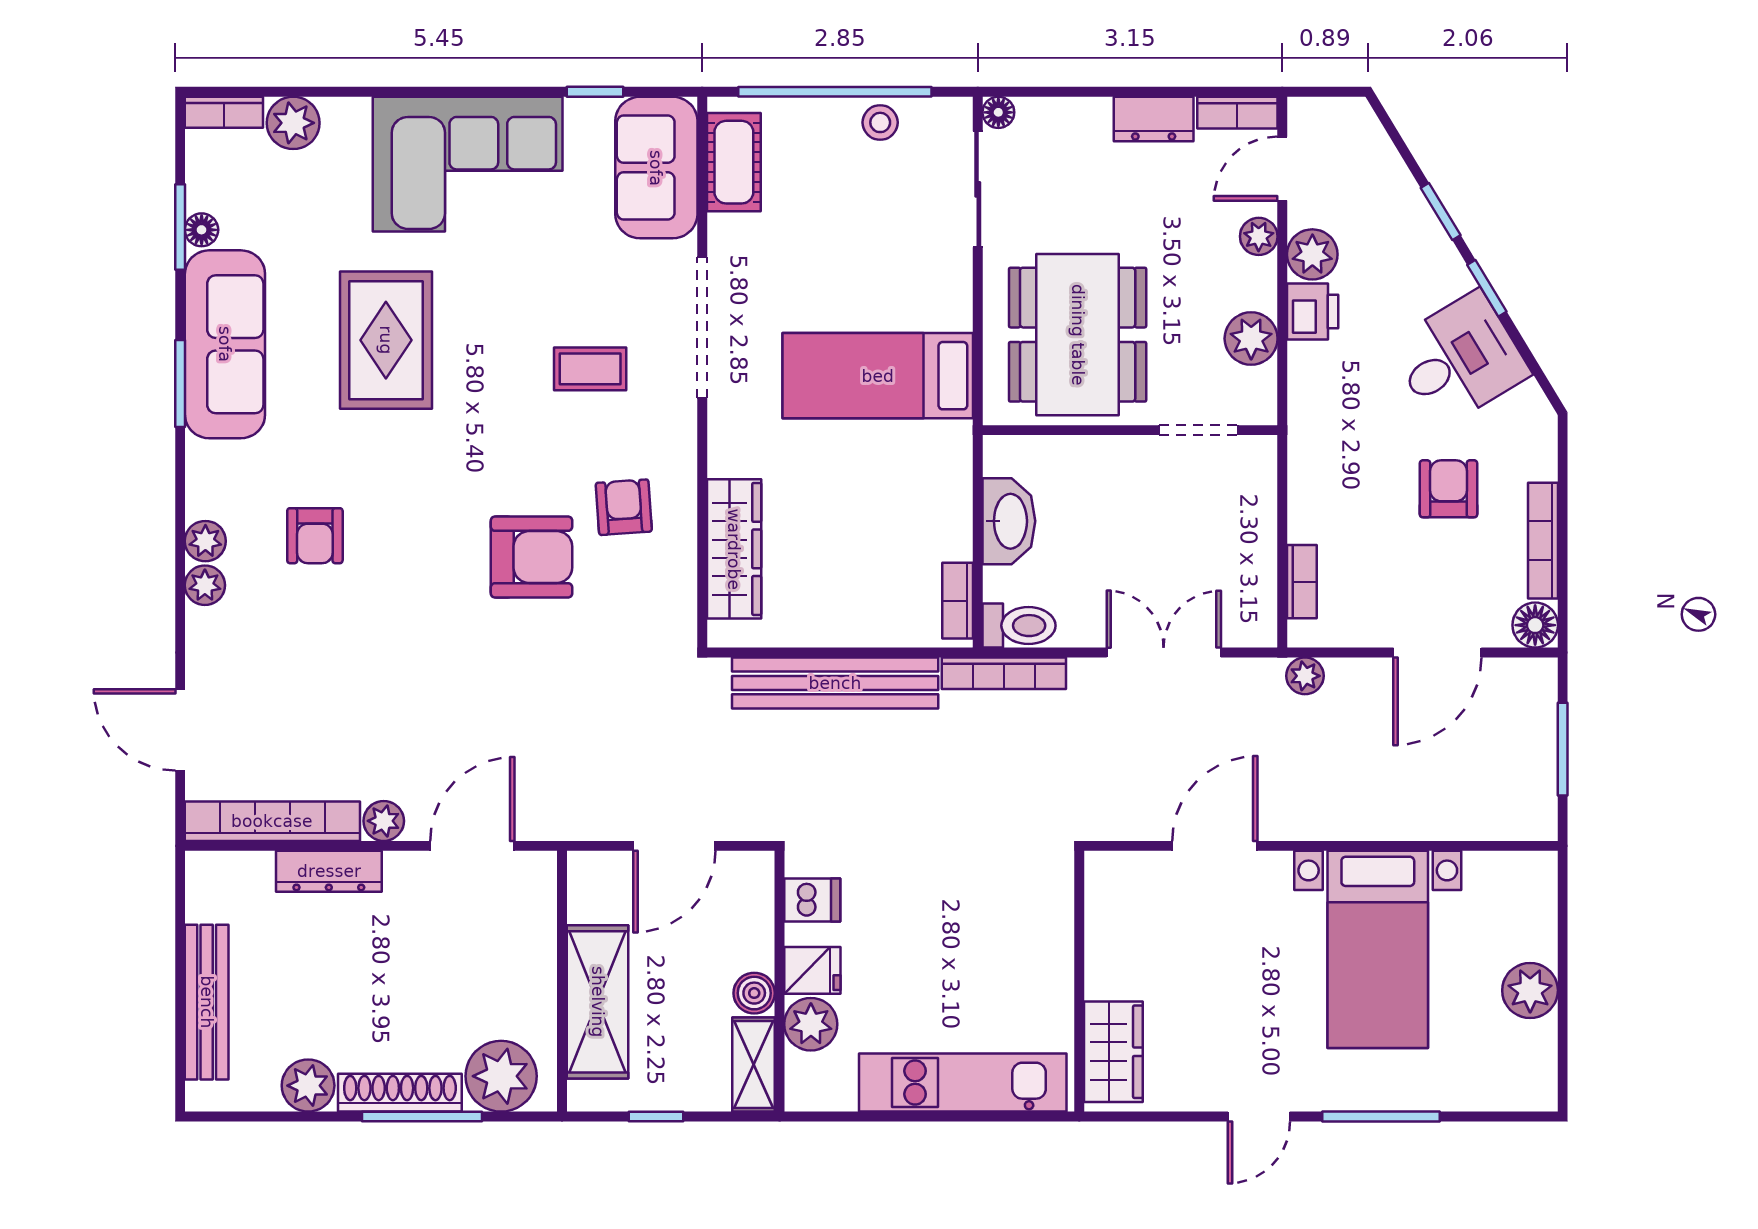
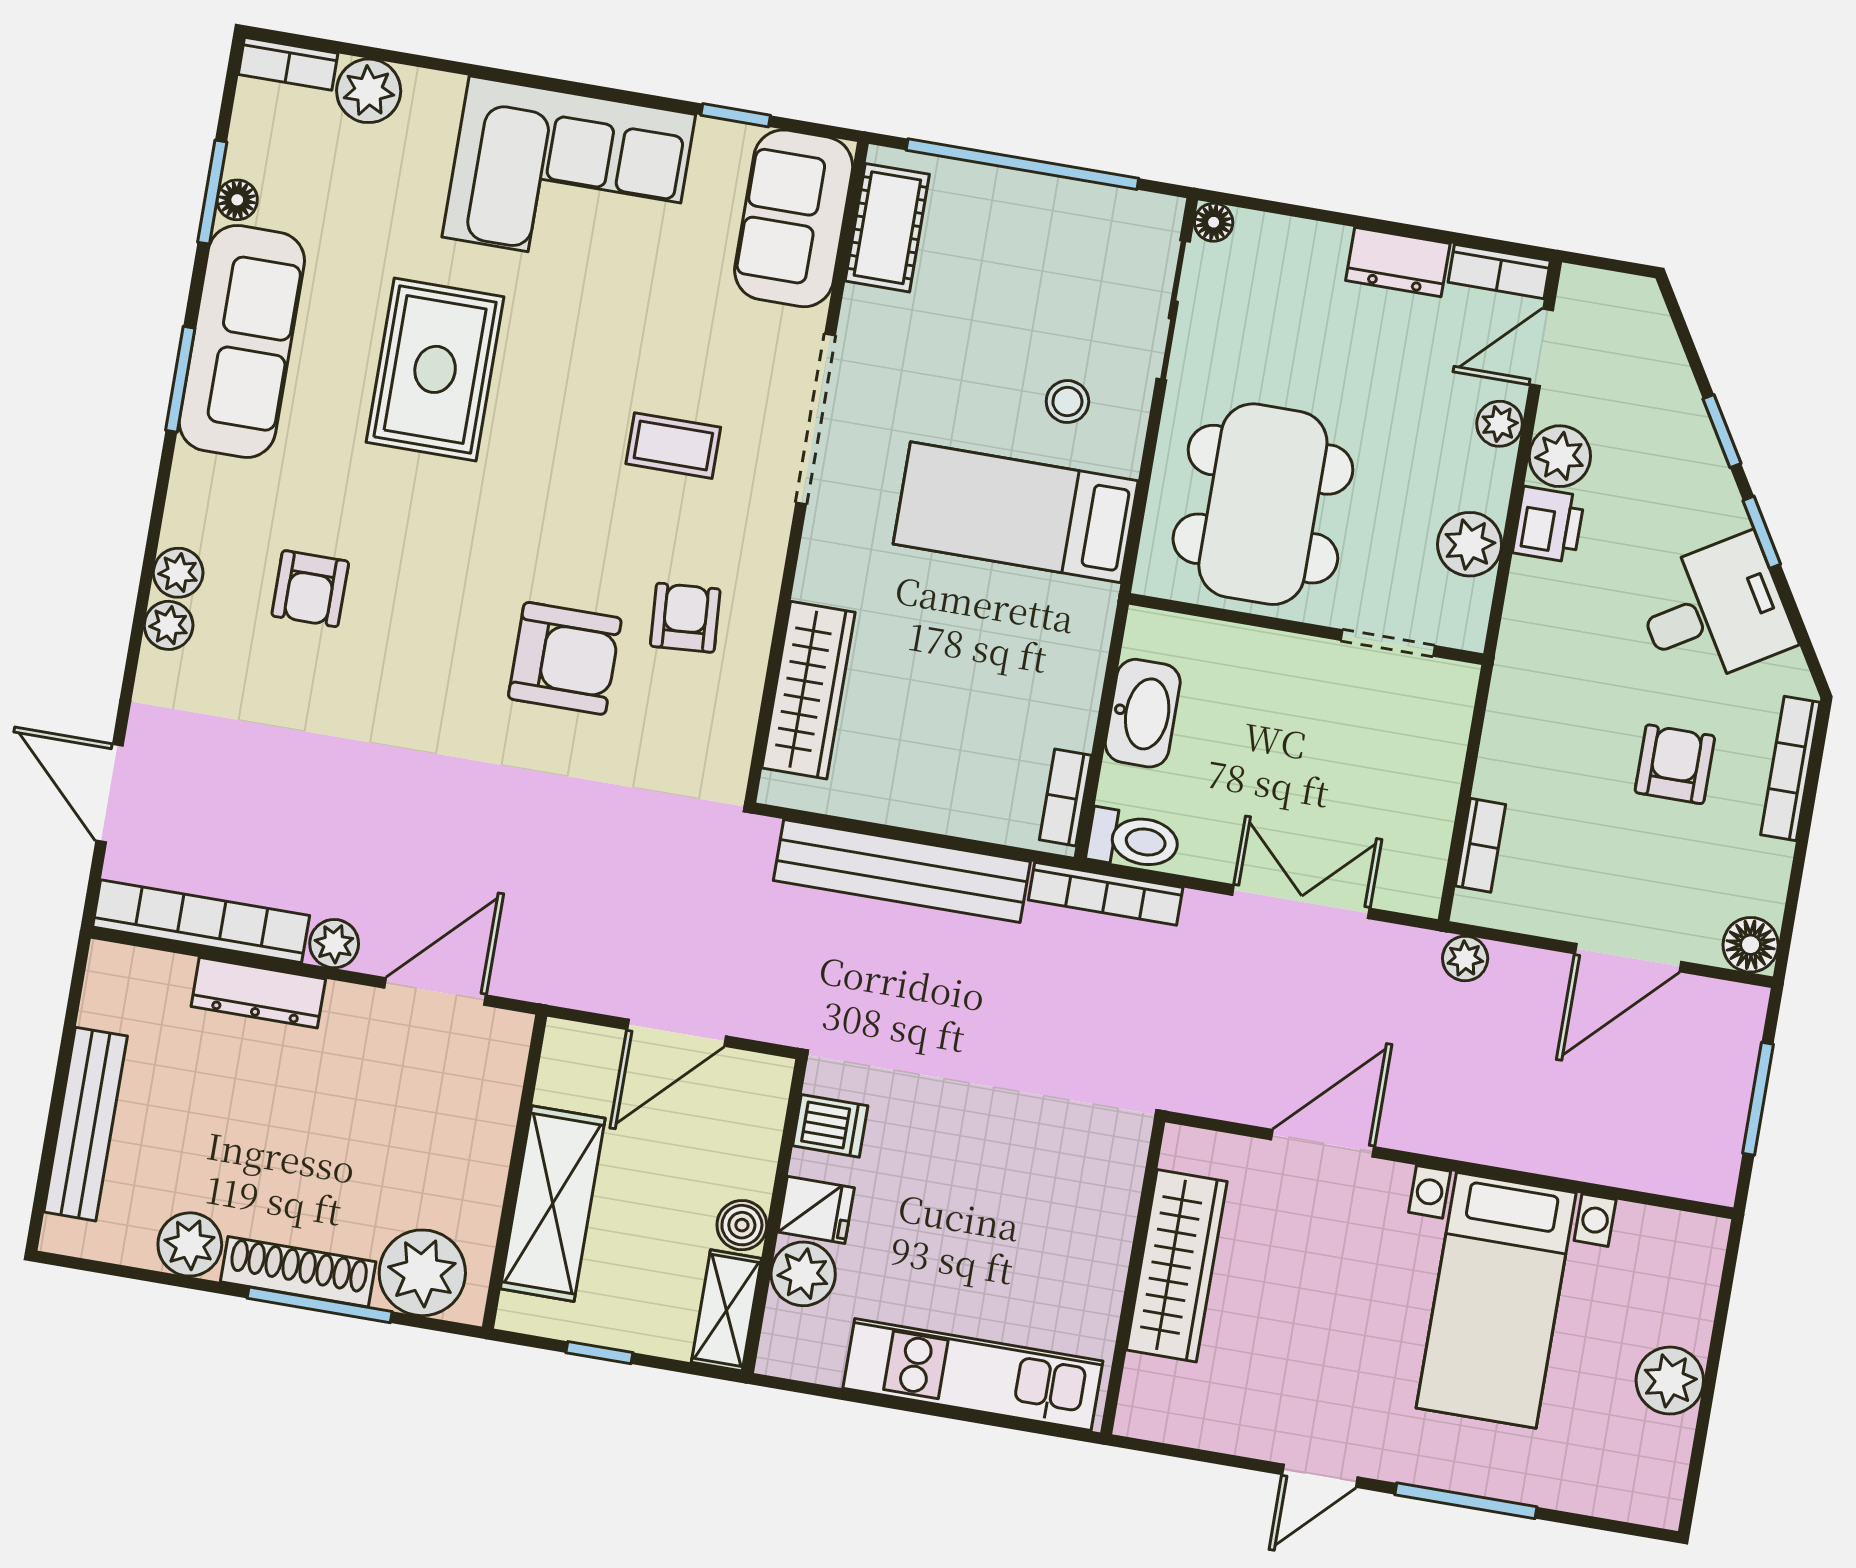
stool: (880, 122) -> (1067, 402), moved
bookcase: (1543, 541) -> (1790, 768), moved
wardrobe: (1113, 1052) -> (1177, 1266), moved, width x1.50

